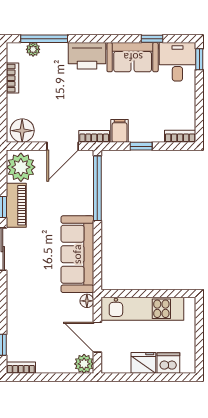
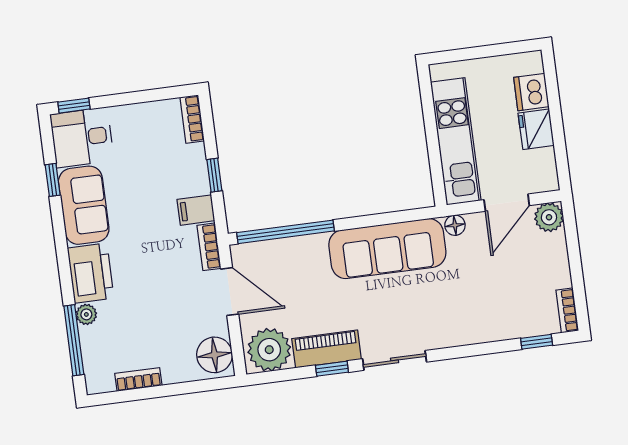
plant: (33, 49) -> (86, 314), moved

